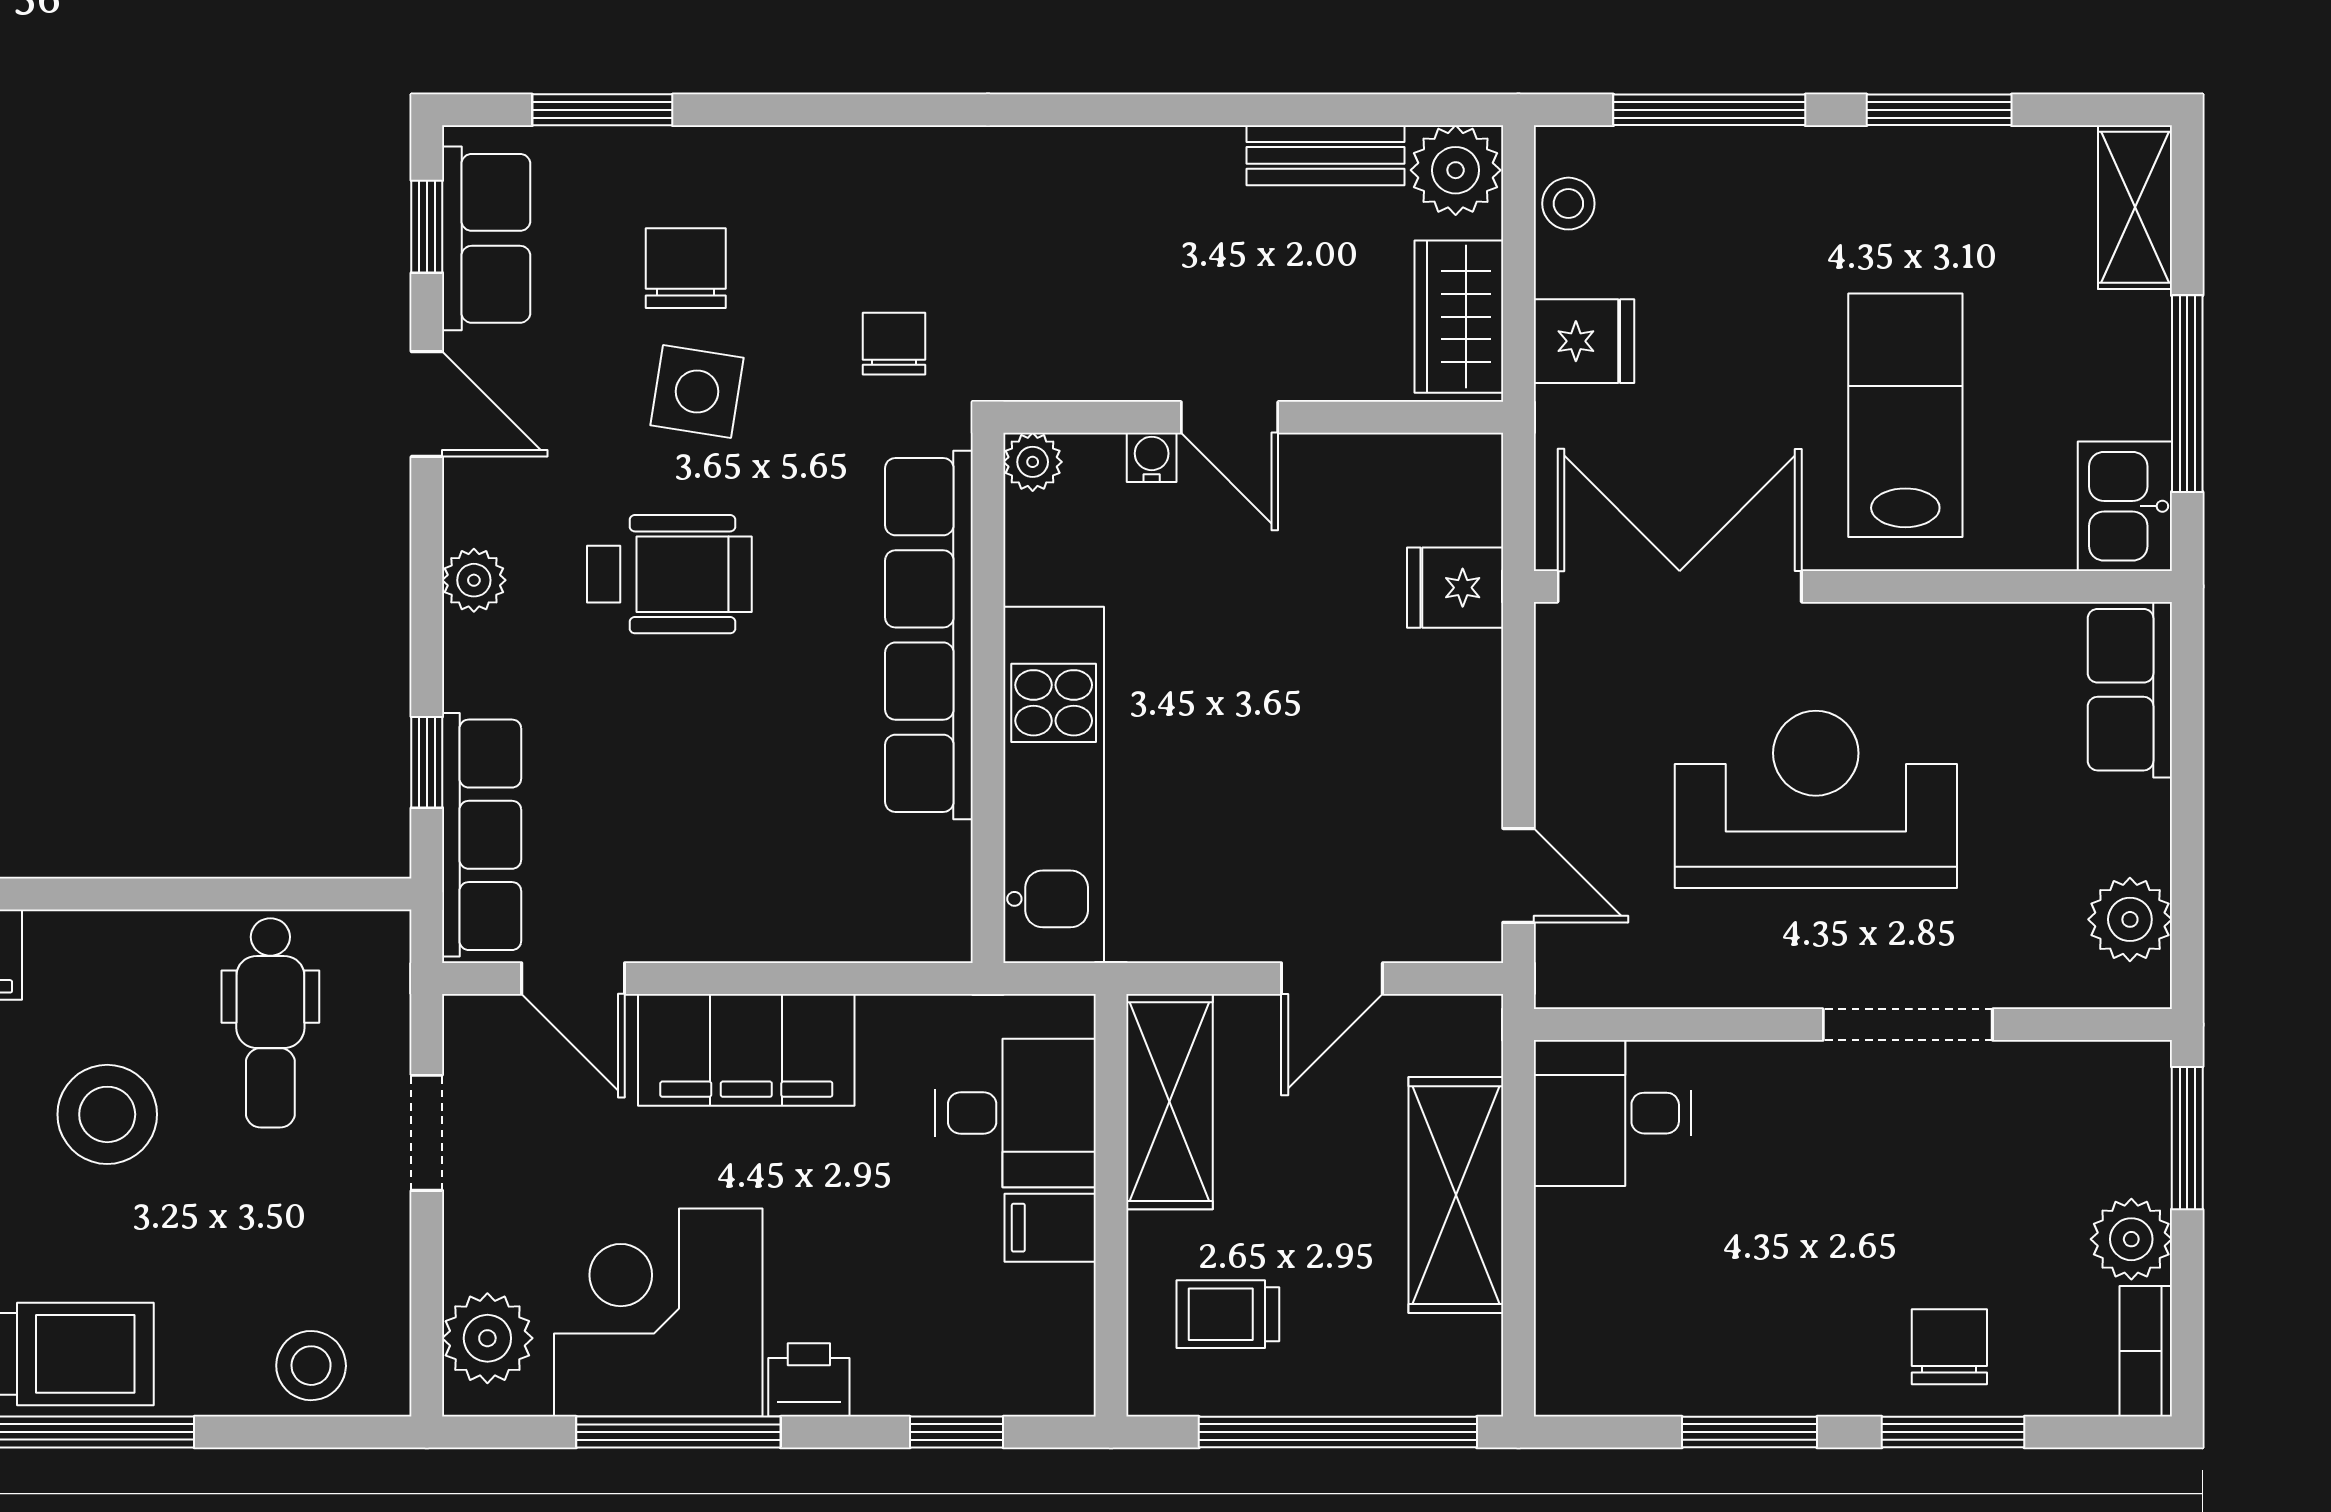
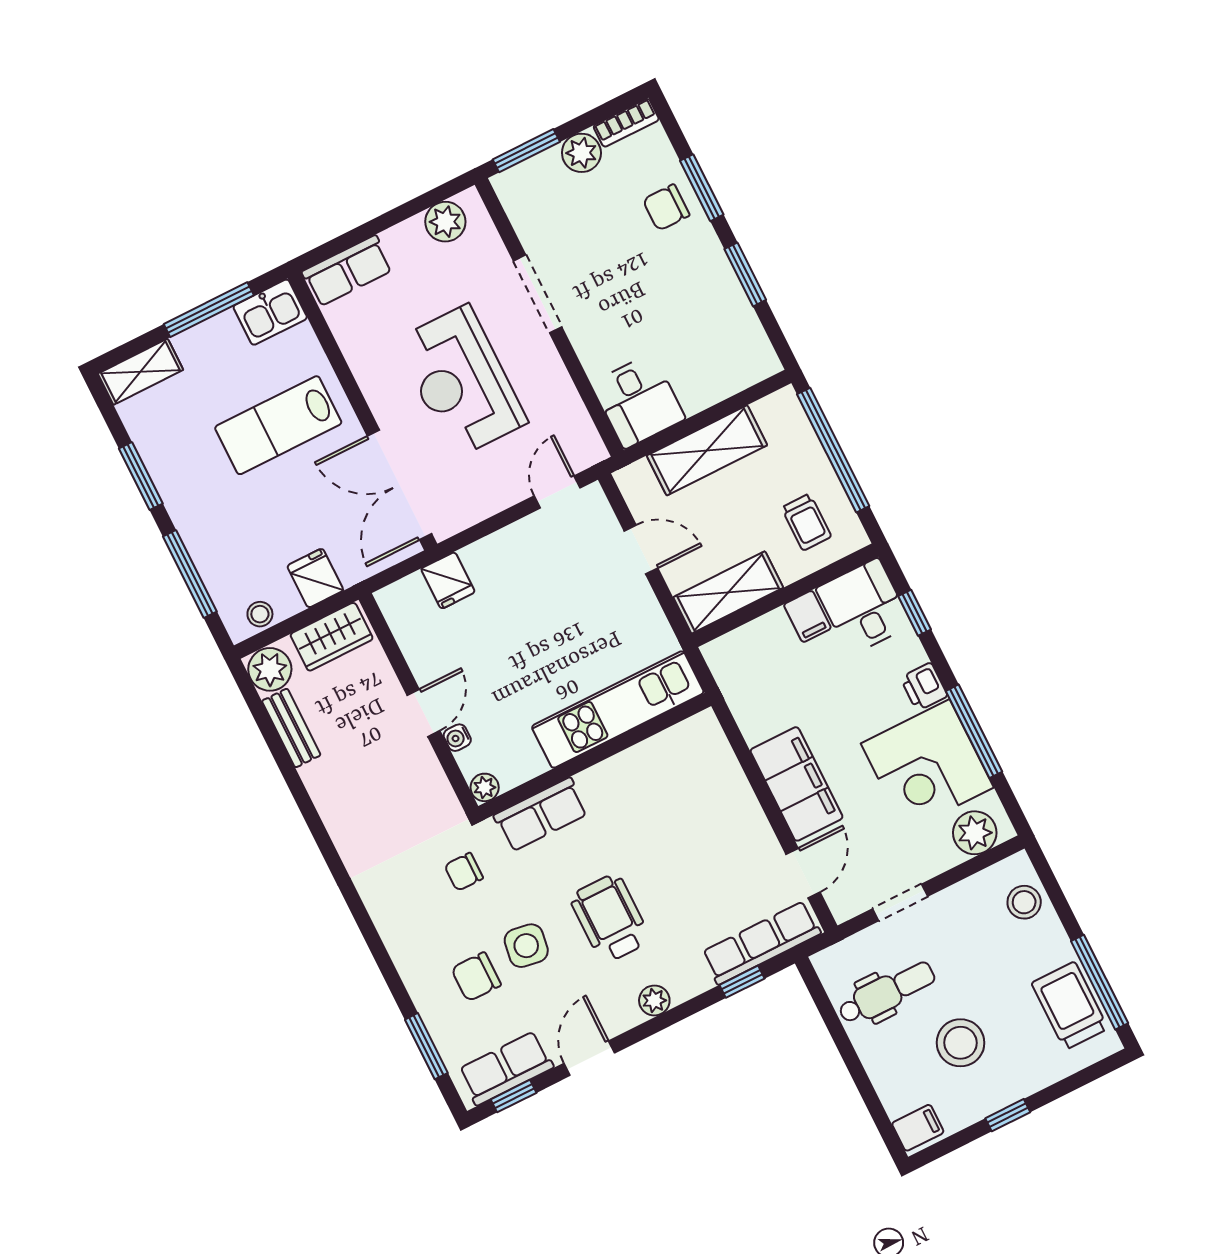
row of seats: (929, 635) -> (541, 815), width x0.50
desk: (1015, 1113) -> (864, 607), moved

